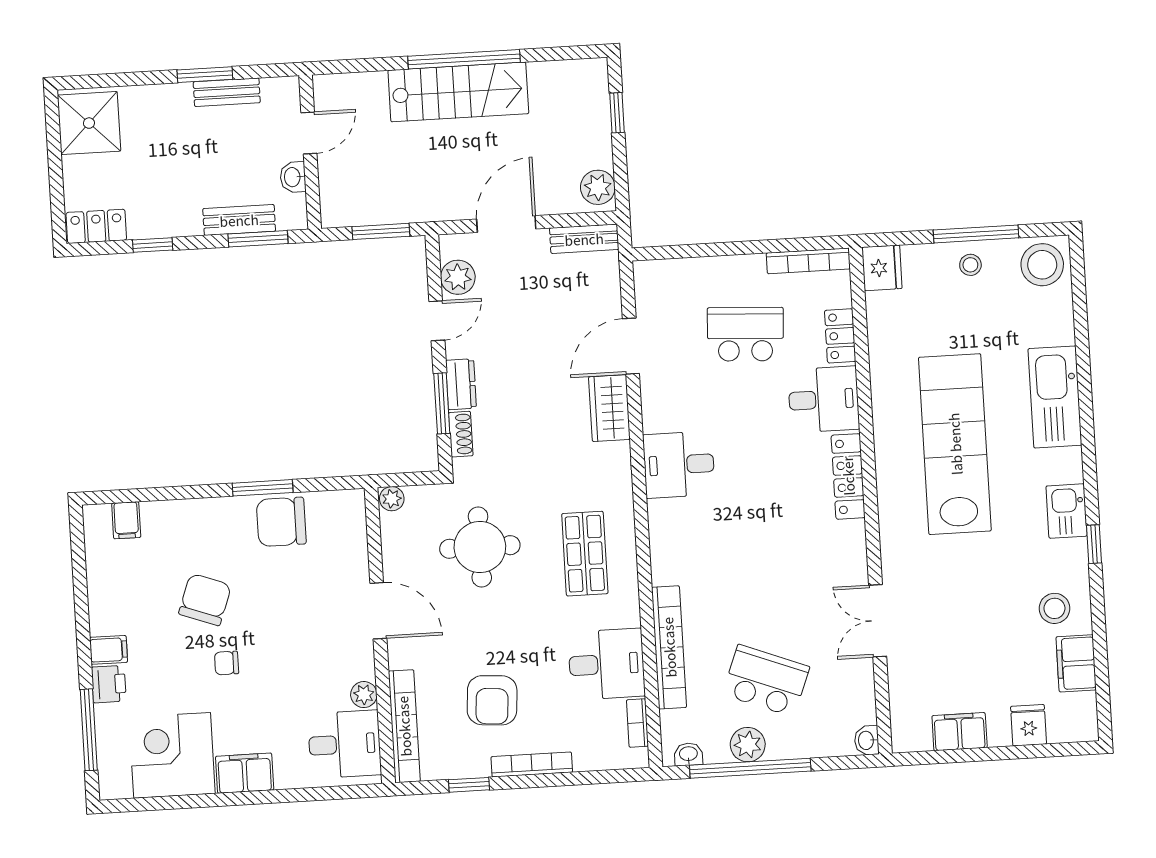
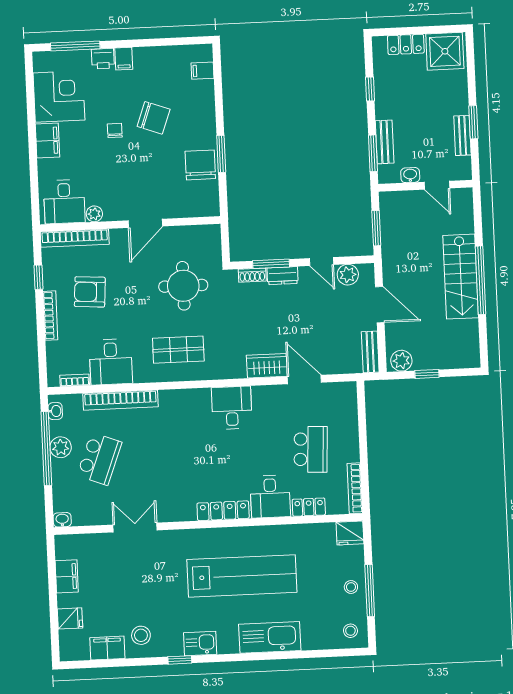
window: (617, 113) -> (427, 374), moved
locker: (96, 226) -> (406, 44), moved, turned 90
stool: (1042, 265) -> (350, 631), width x0.53, depth x0.53
plant: (392, 499) -> (213, 233), removed

